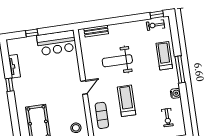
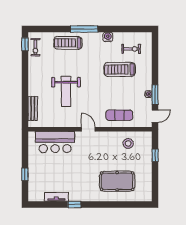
bar counter: (57, 43) -> (55, 142), moved, turned 90
treadmill: (127, 101) -> (120, 69), moved

